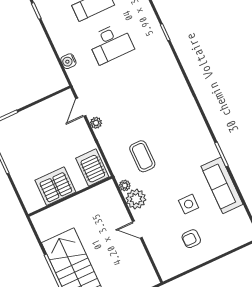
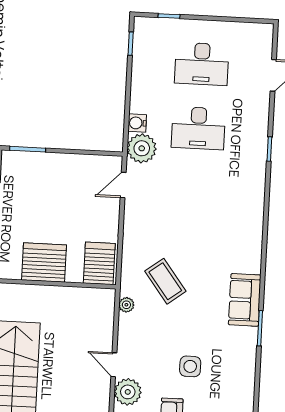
plant: (96, 123) -> (142, 148), moved, width x1.88, depth x1.88
coffee table: (142, 156) -> (165, 281), turned -37
sofa: (222, 185) -> (245, 300), moved, width x0.73
plant: (136, 199) -> (128, 392), moved

